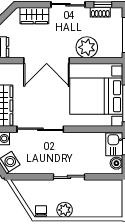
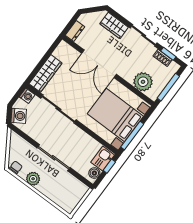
plant: (87, 47) -> (143, 82), moved
sliding door: (69, 177) -> (54, 158), width x1.37

